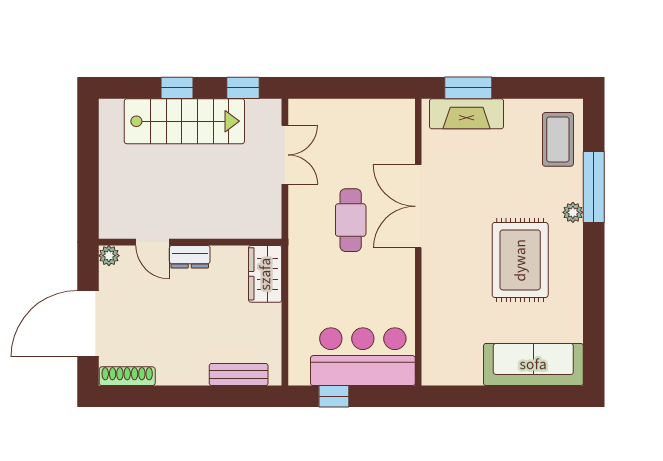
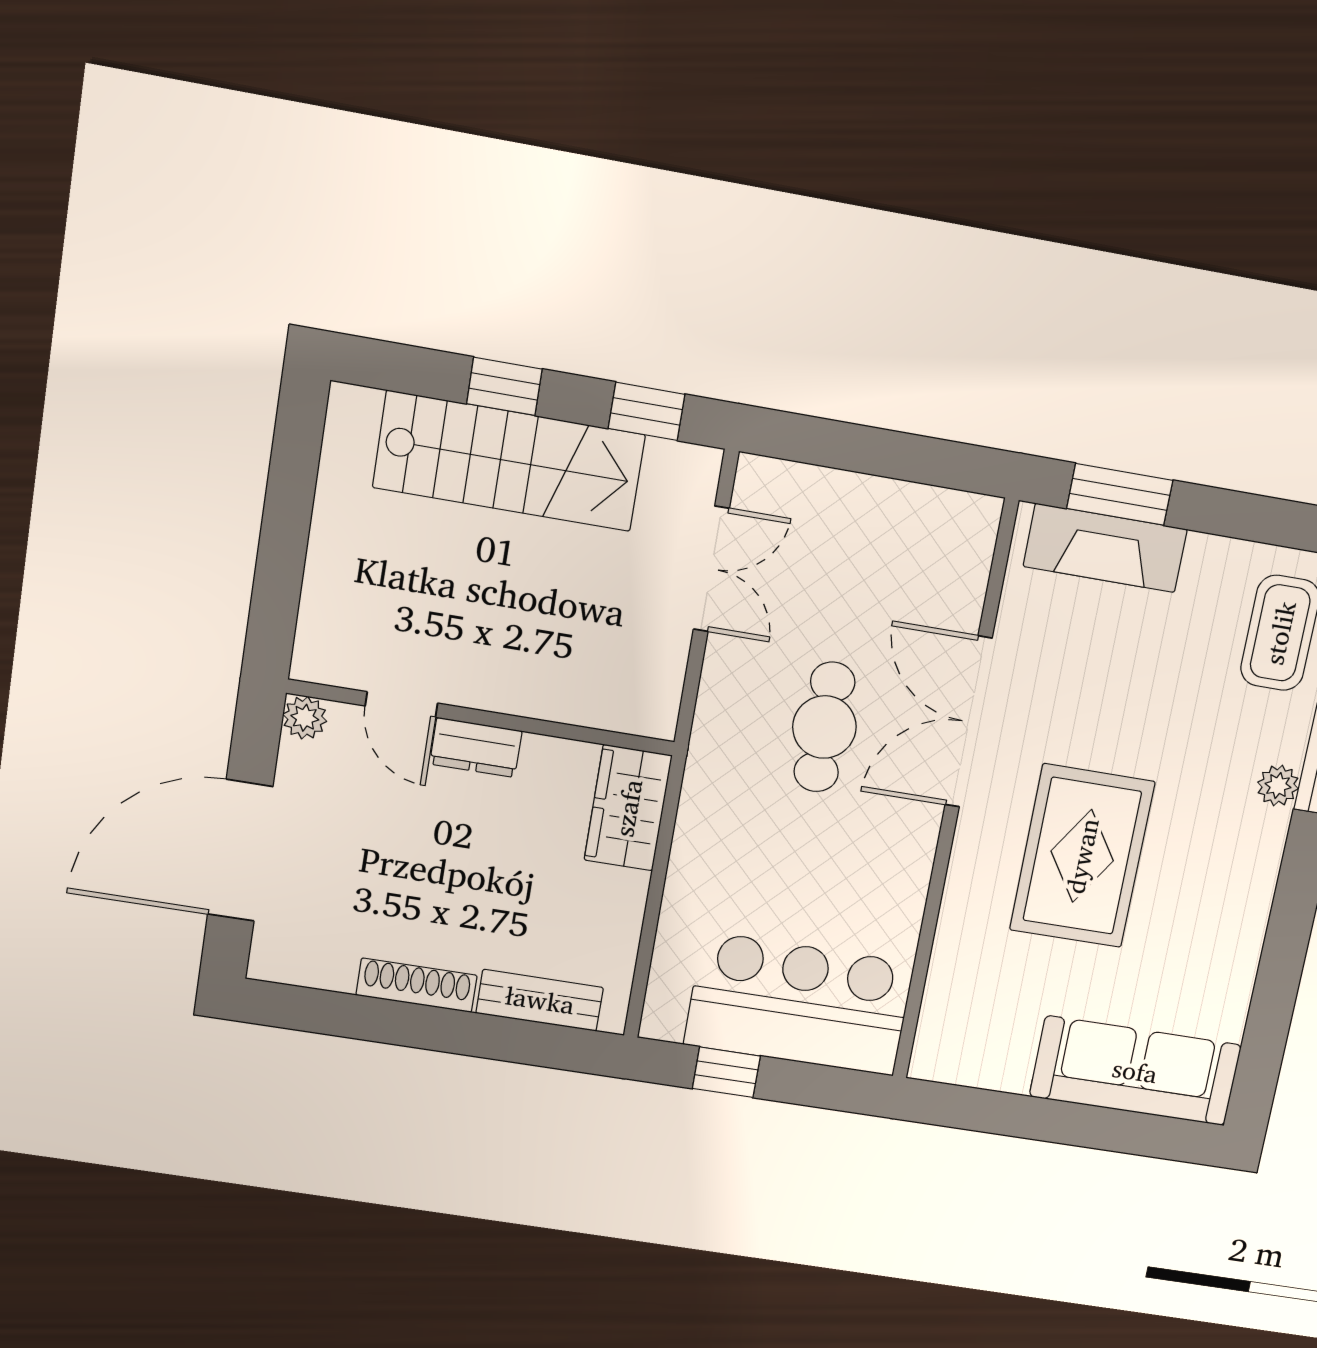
rug: (520, 260) -> (1082, 856), moved
shoe rack: (127, 376) -> (417, 985), moved

